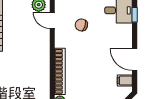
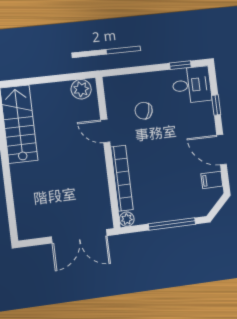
window: (135, 15) -> (216, 105), moved
door: (52, 20) -> (105, 131), moved

